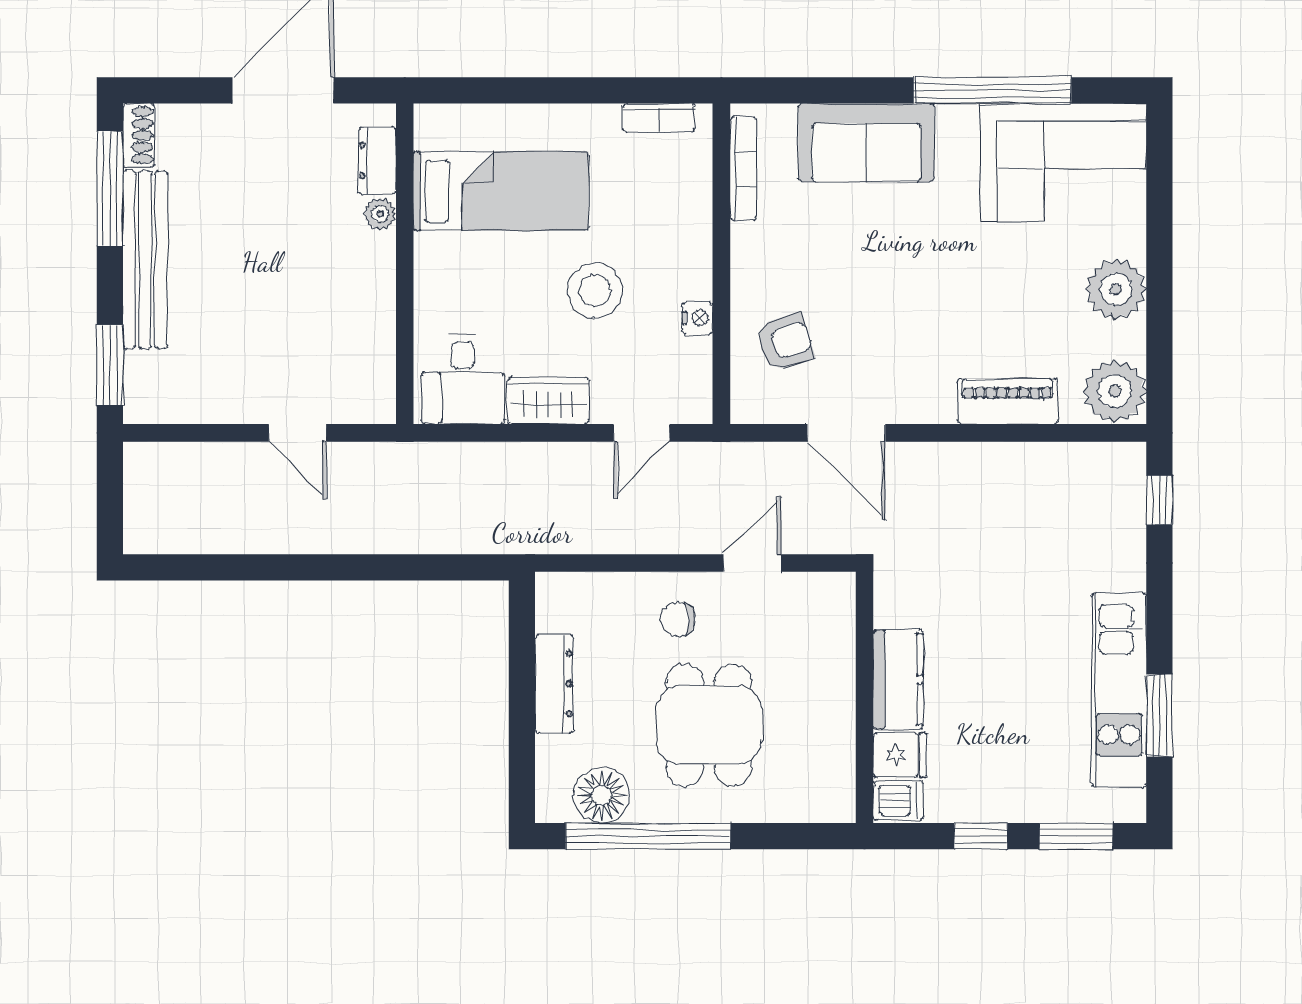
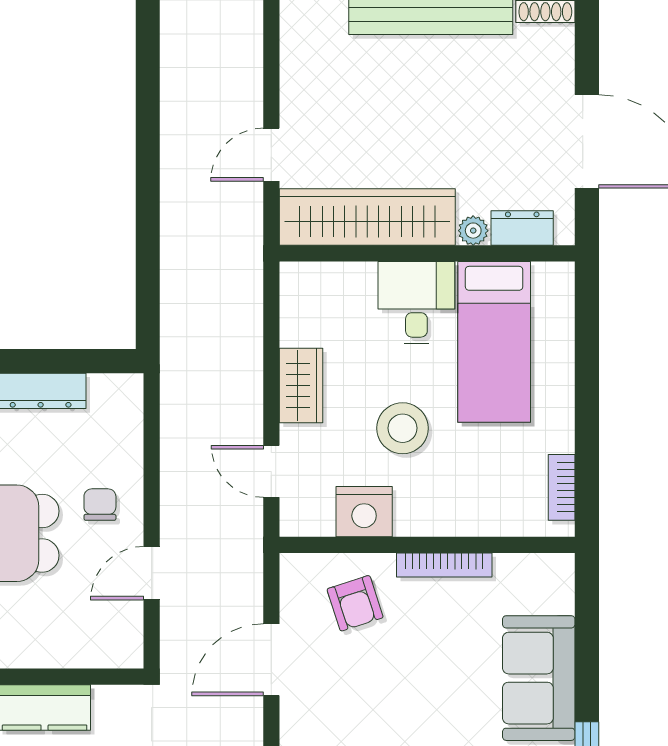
bookcase: (743, 169) -> (444, 565), moved
nightstand: (697, 318) -> (364, 512), width x1.89, depth x1.79
wardrobe: (365, 329) -> (367, 217), added
desk: (463, 379) -> (416, 303), moved, turned 90
door: (752, 563) -> (152, 573), swing flipped

